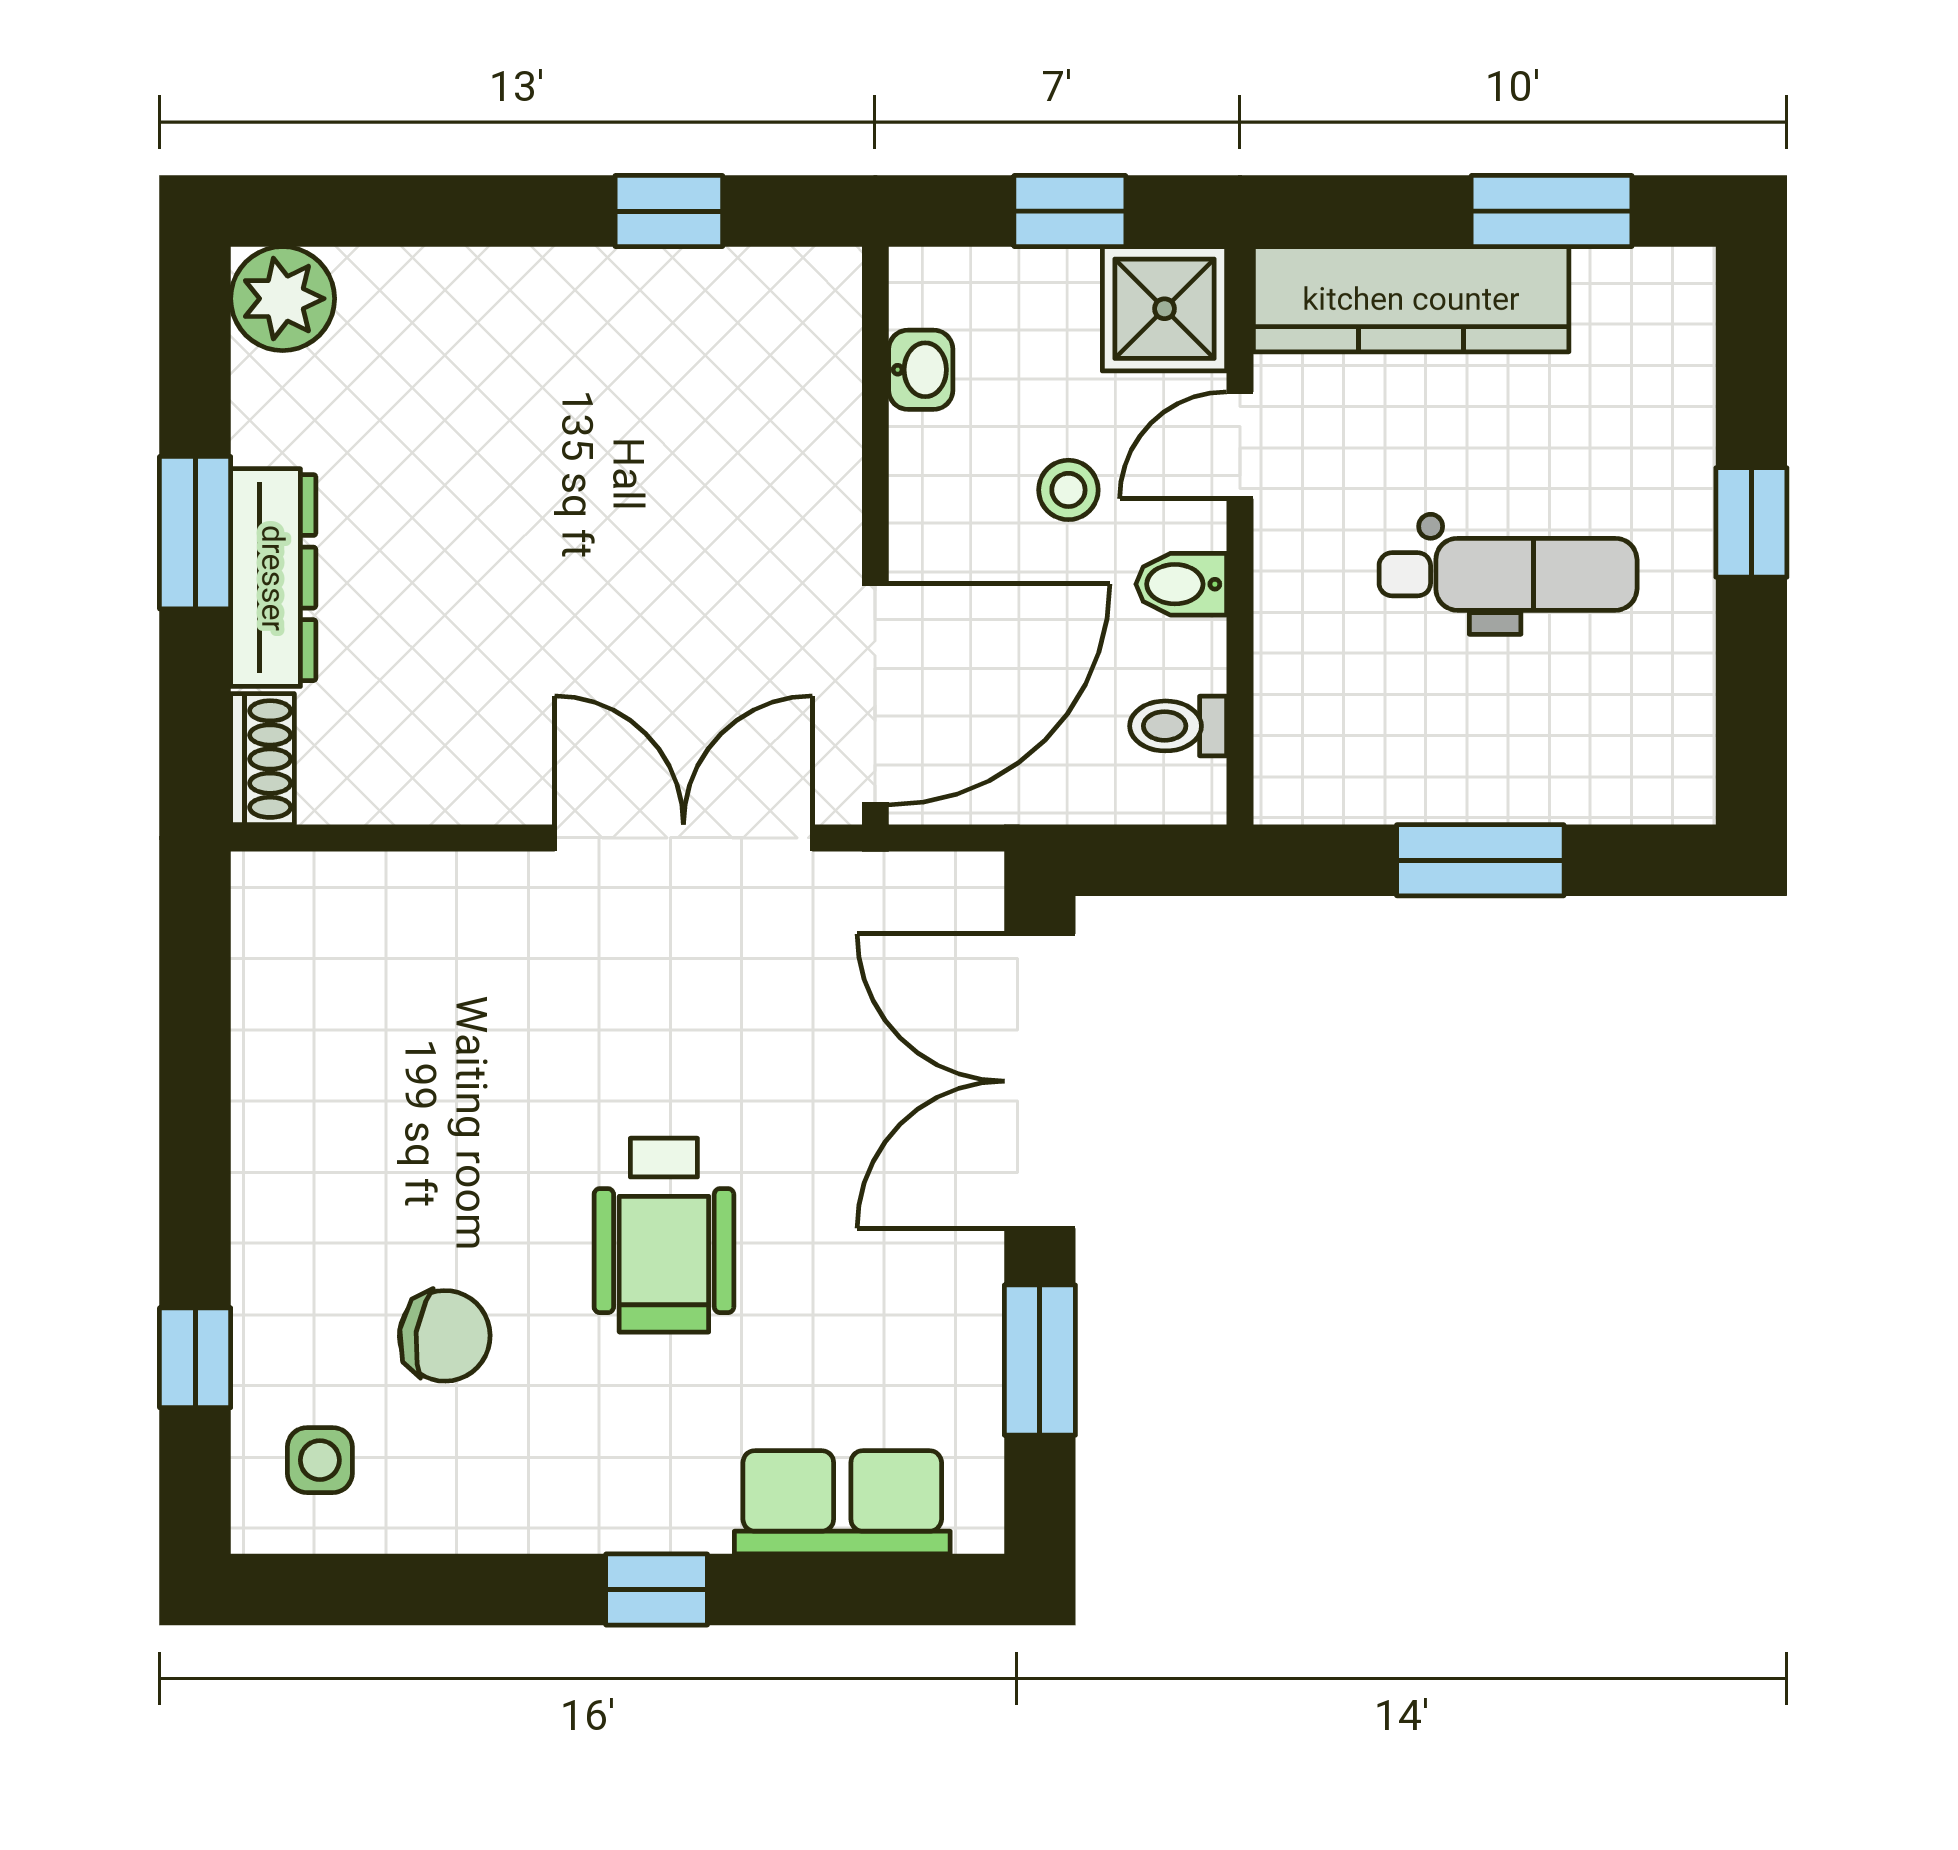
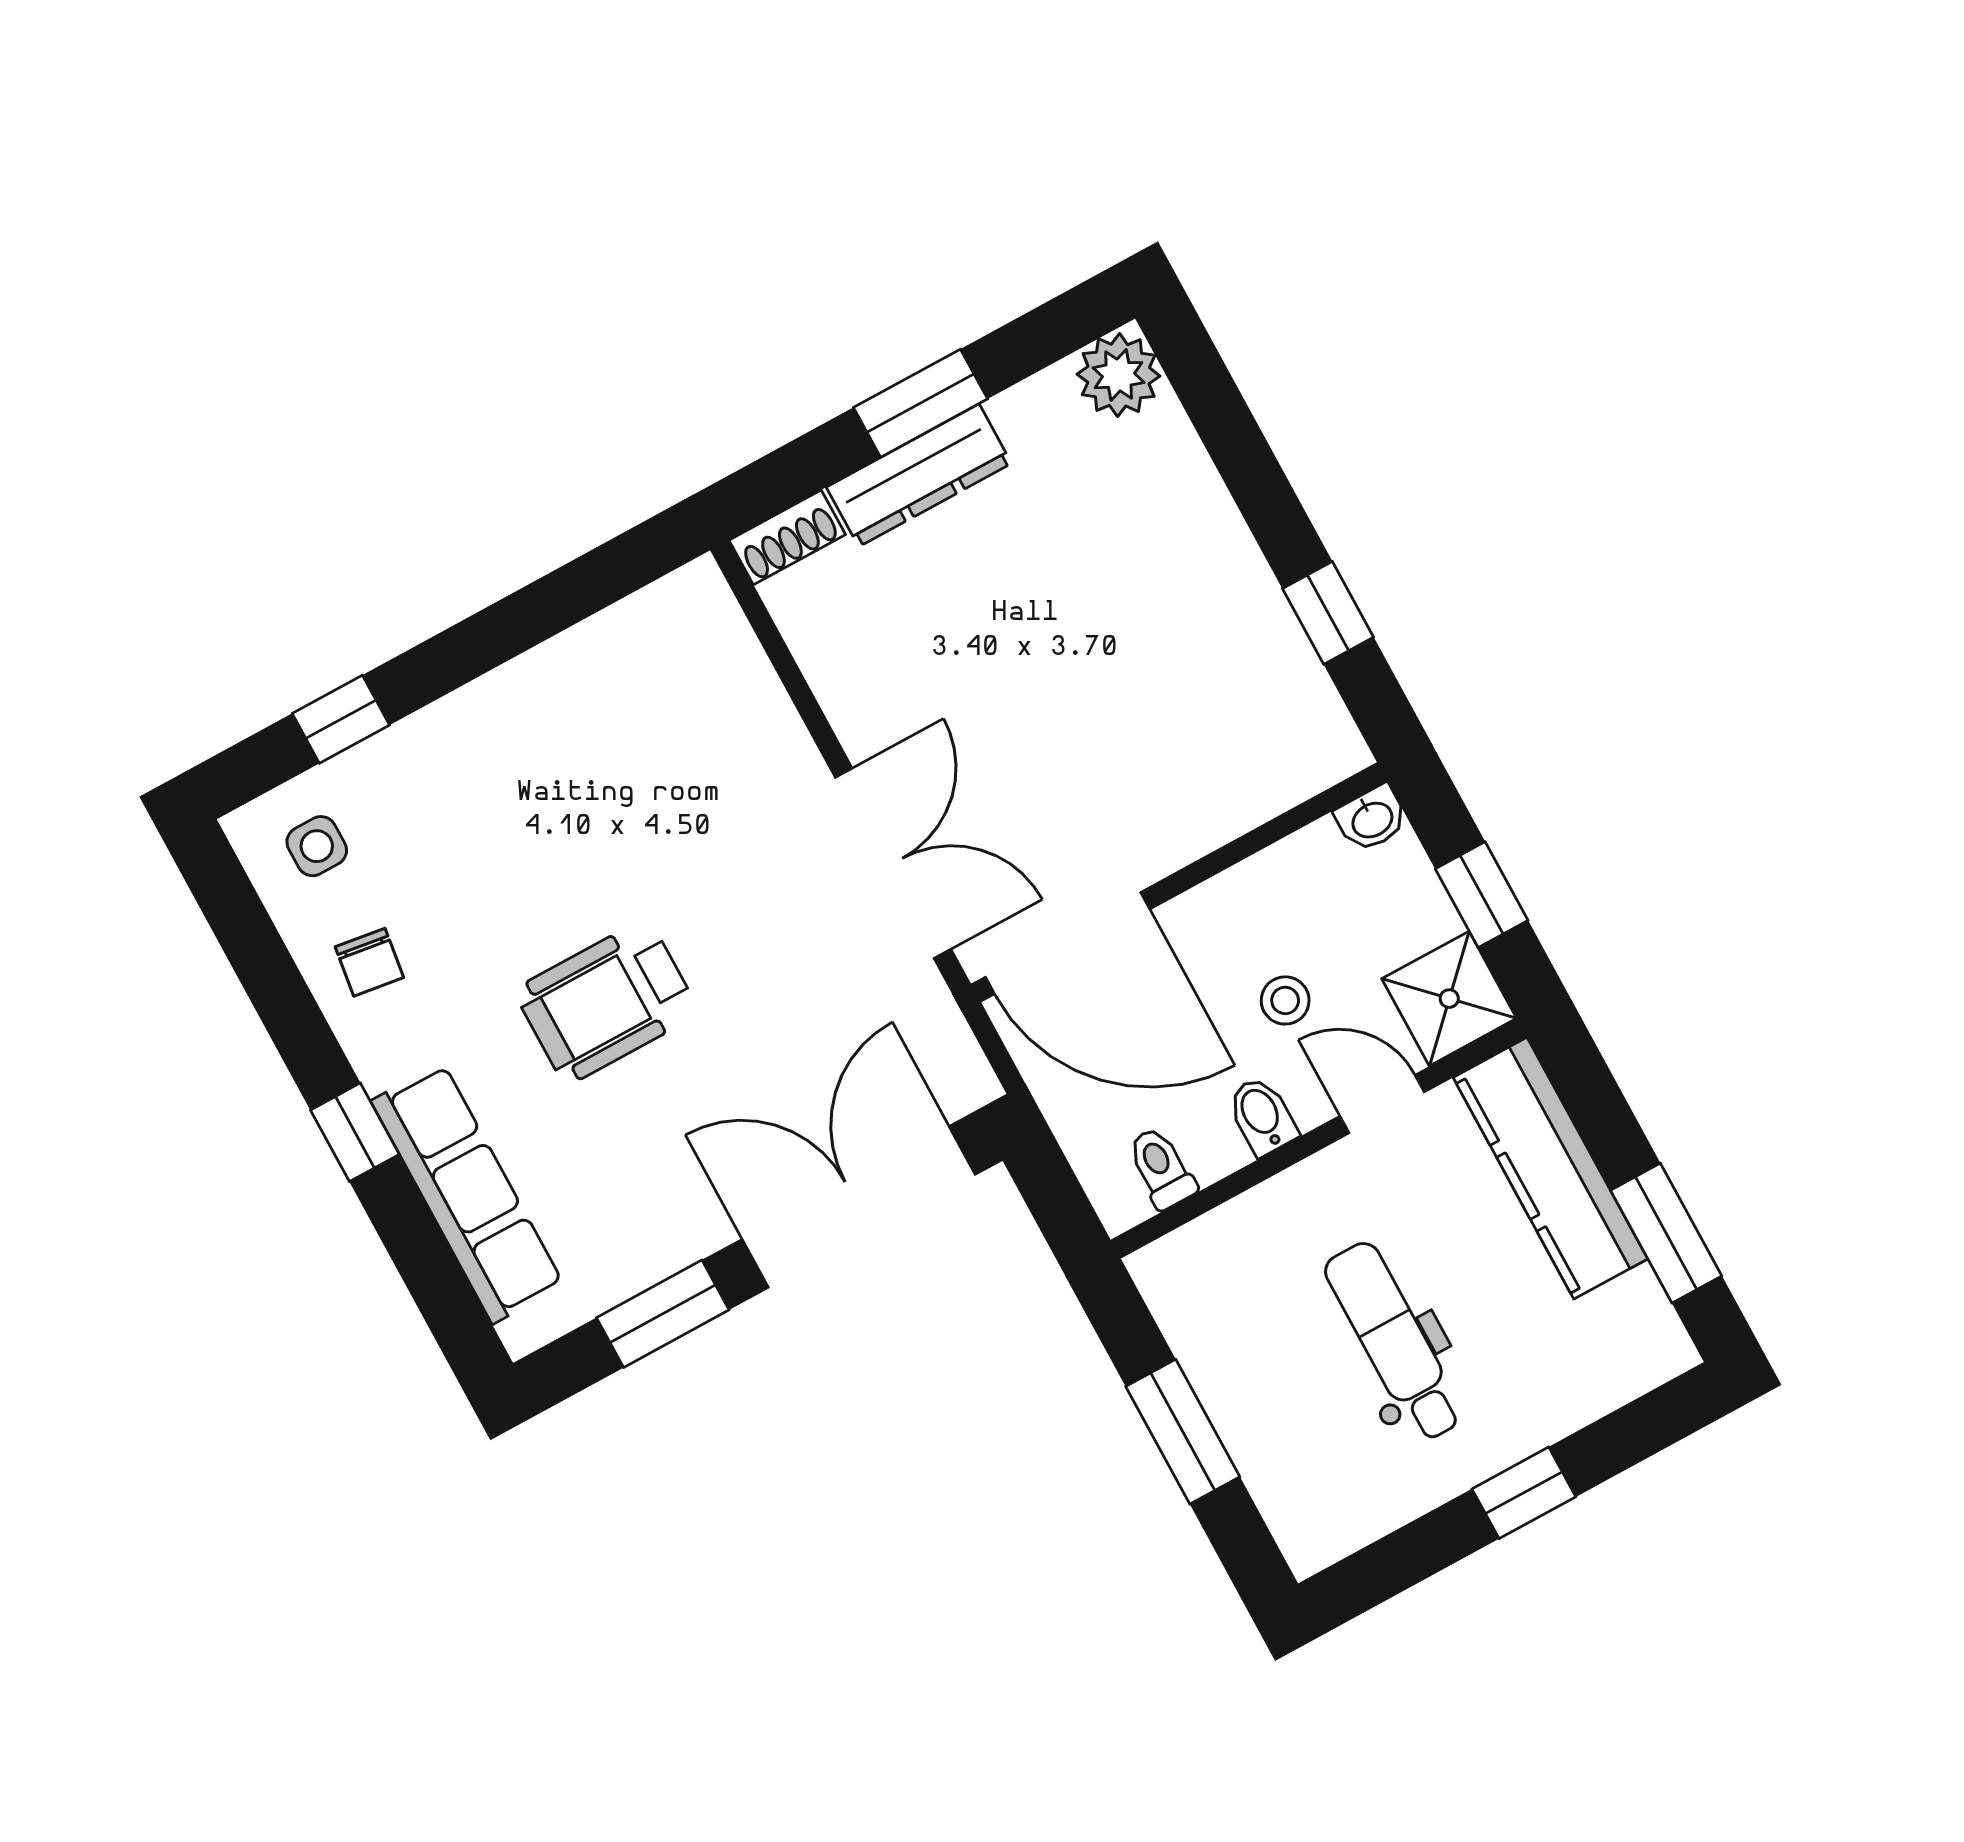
washbasin: (921, 370) -> (1372, 819), moved
dental chair: (1508, 574) -> (1394, 1342), turned 180
chair: (445, 1336) -> (369, 962), moved, width x0.73, depth x0.73
row of seats: (842, 1502) -> (467, 1193), width x1.48

